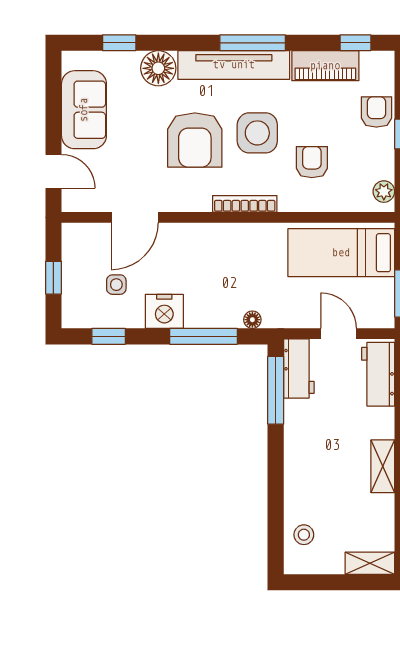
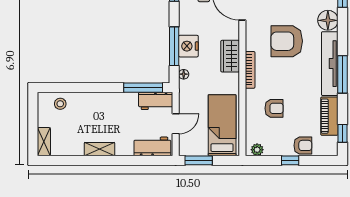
side table: (257, 133) -> (291, 77), removed
wardrobe: (221, 239) -> (230, 56), added
nightstand: (164, 311) -> (188, 46), moved

